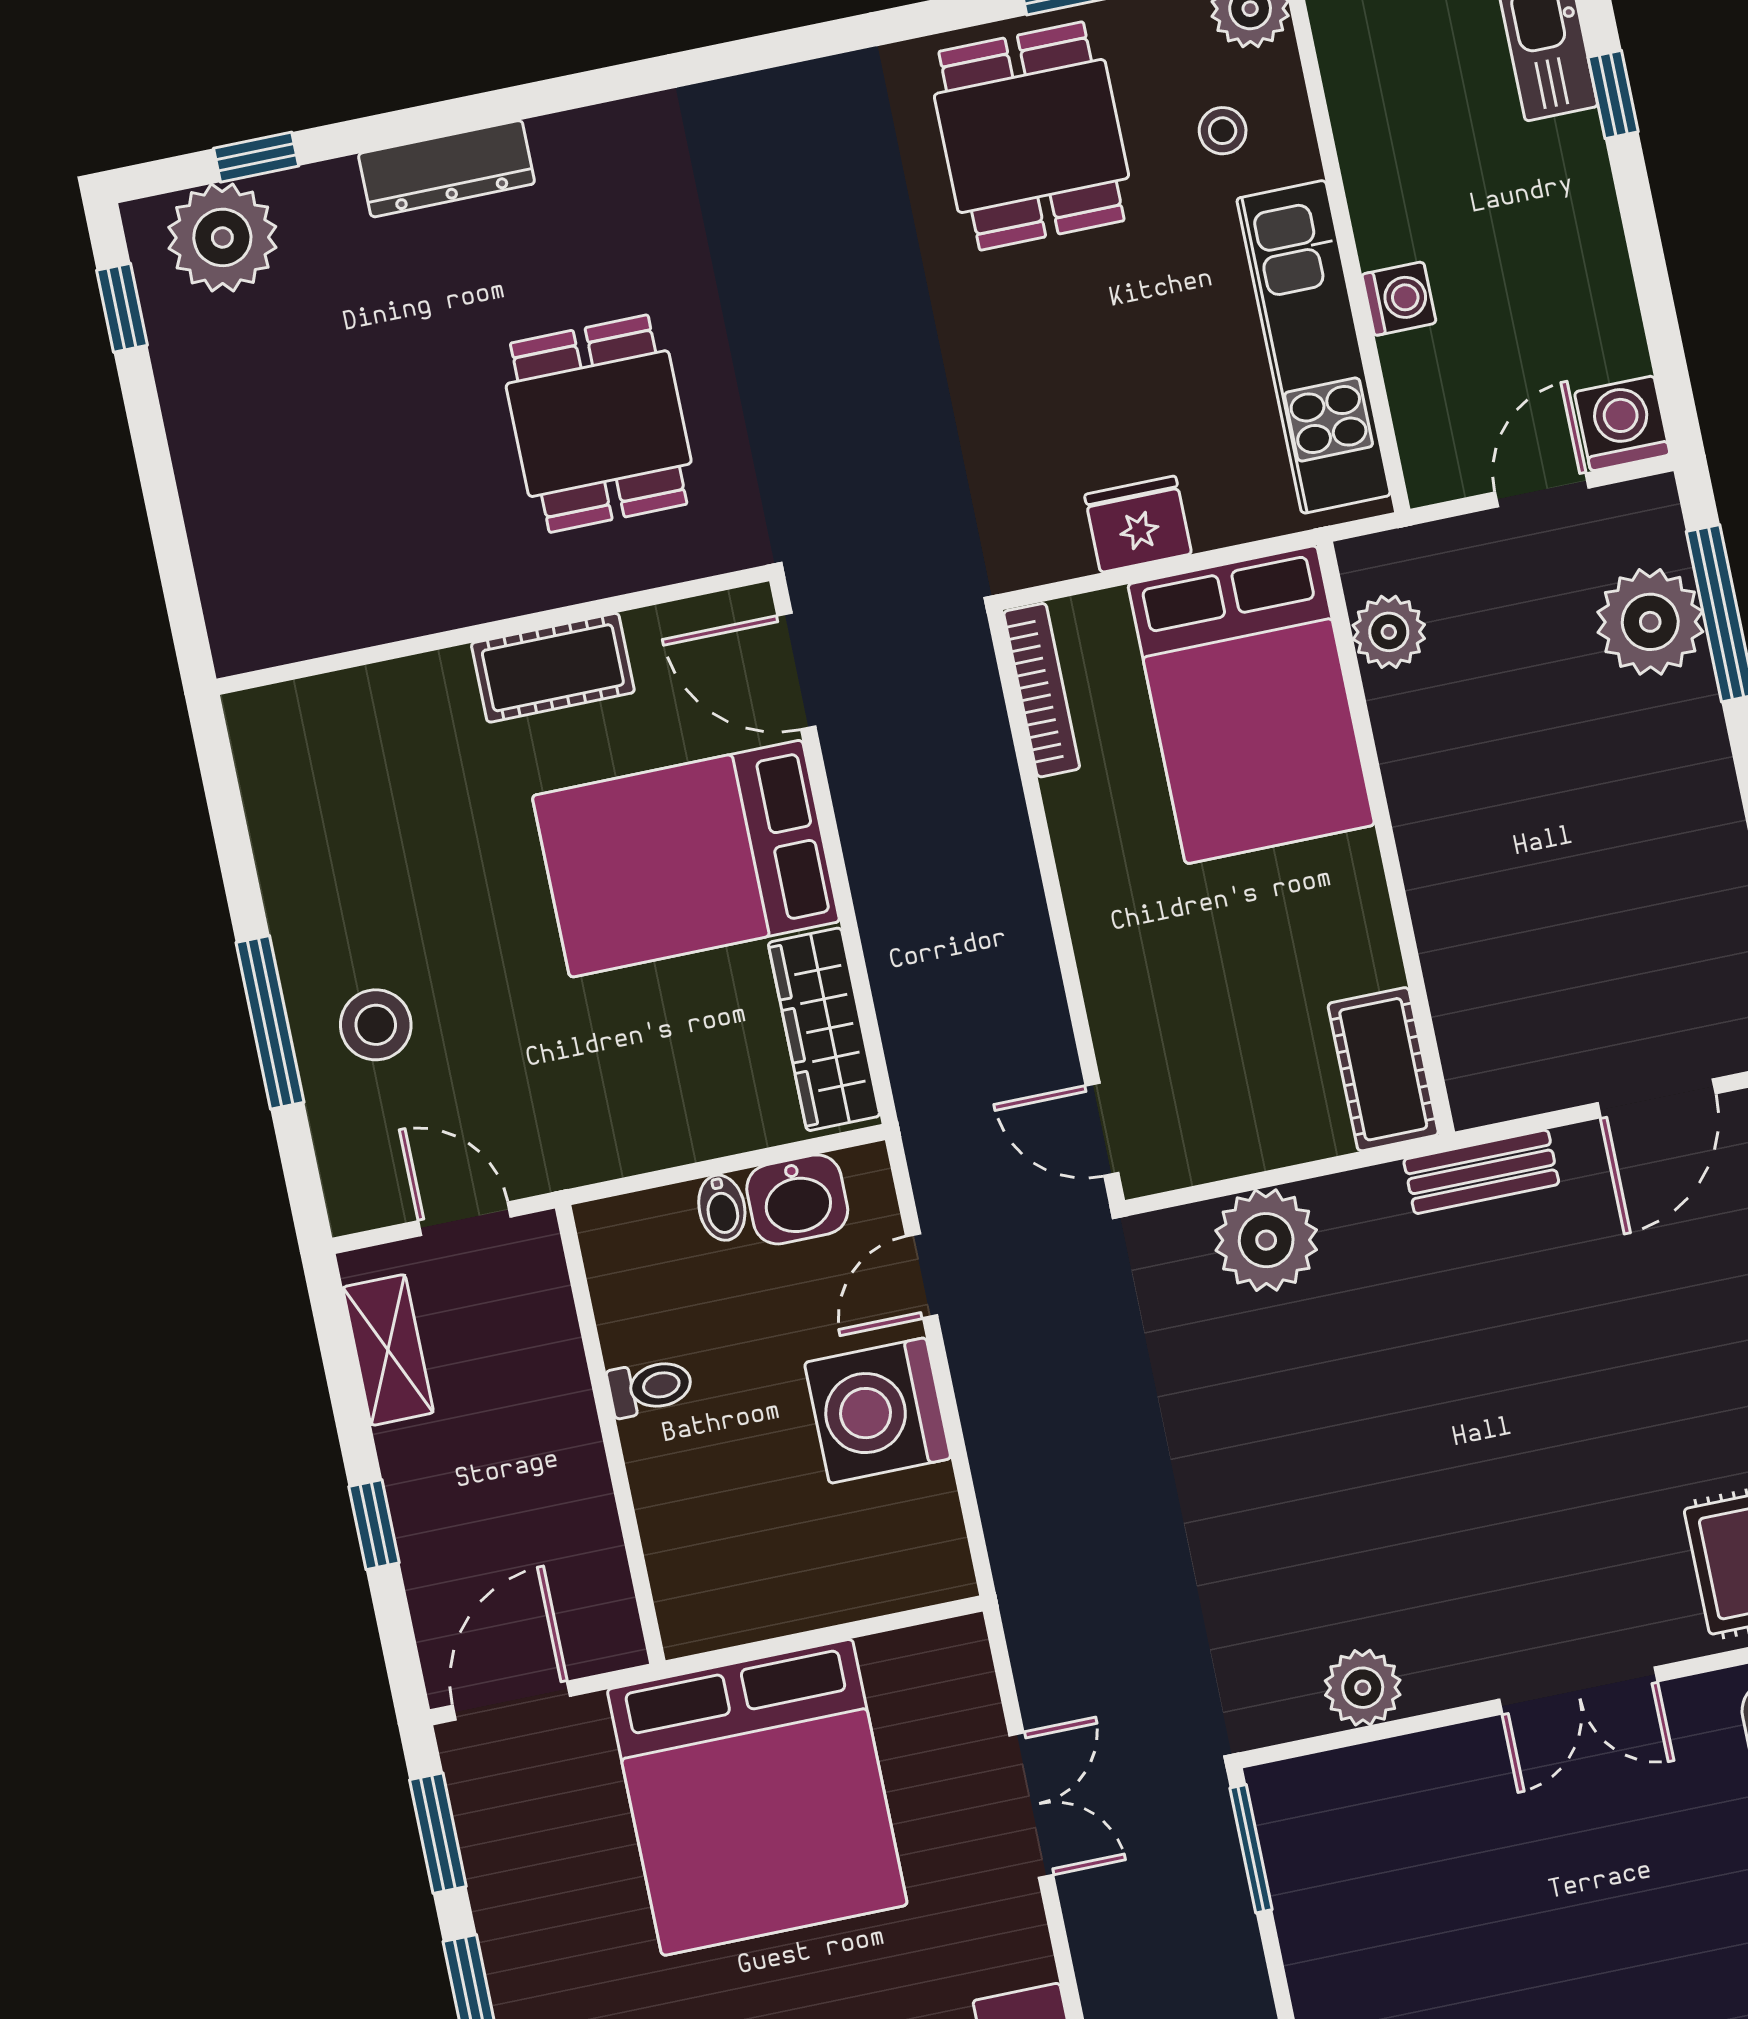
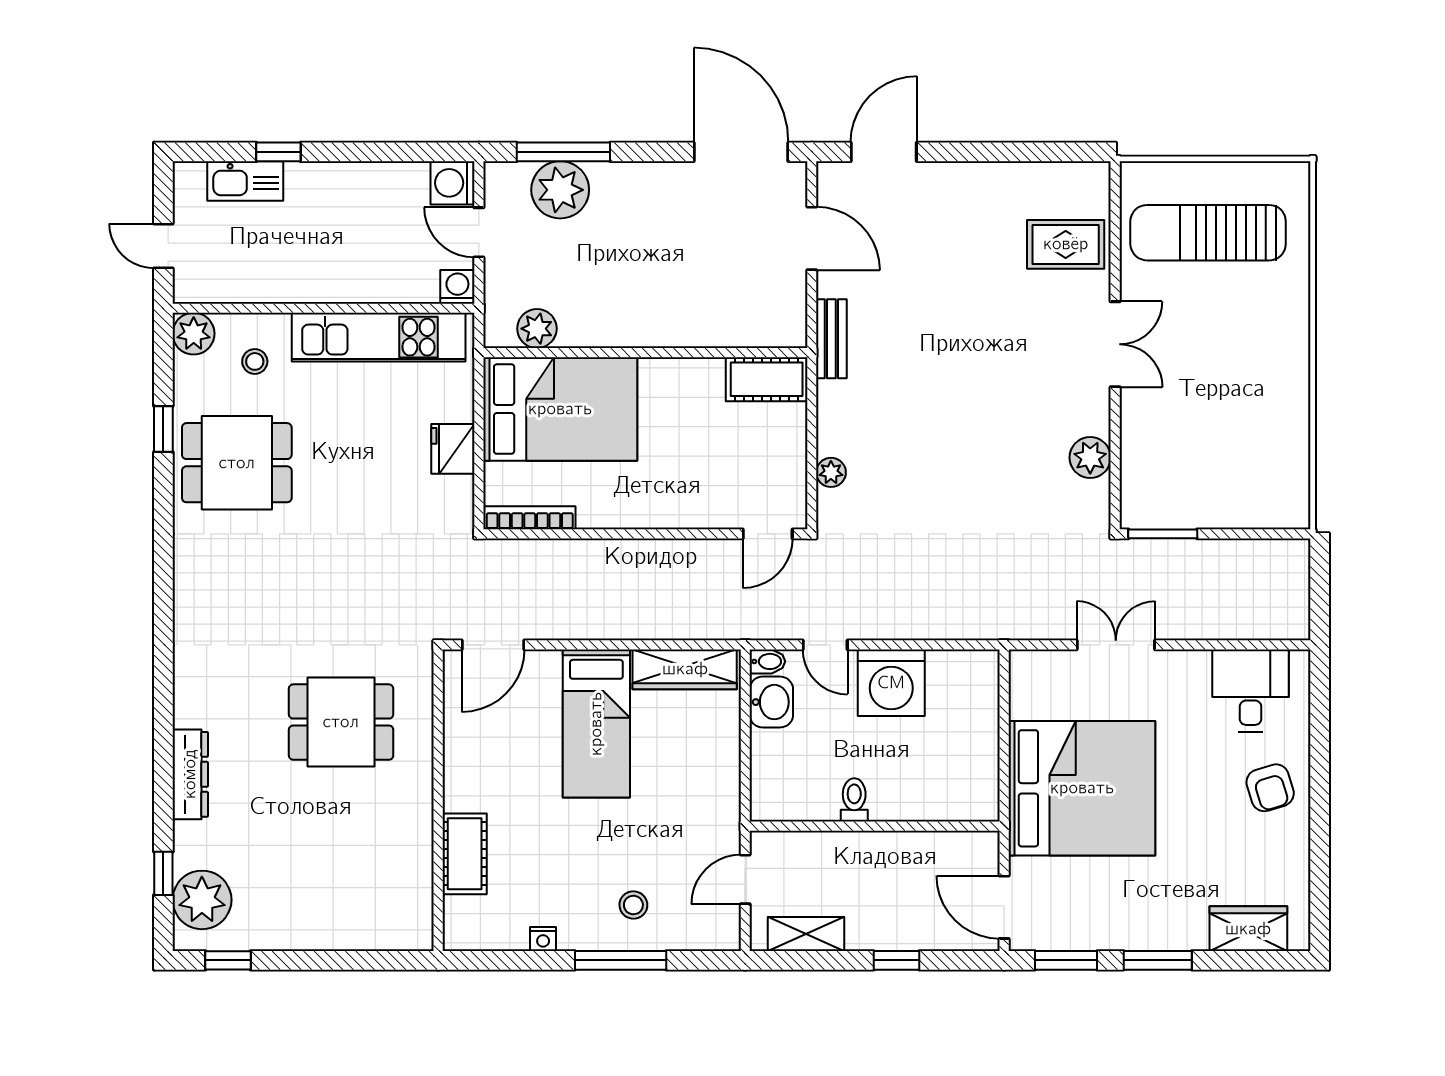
washing machine: (1399, 299) -> (457, 287), moved
cot: (553, 668) -> (465, 854), moved
bed: (686, 859) -> (596, 724), width x0.67
nightstand: (280, 873) -> (543, 939), added
stool: (376, 1025) -> (633, 905), width x0.73, depth x0.73
bidet: (722, 1208) -> (767, 661), moved
plant: (1266, 1240) -> (831, 472), width x0.53, depth x0.53

